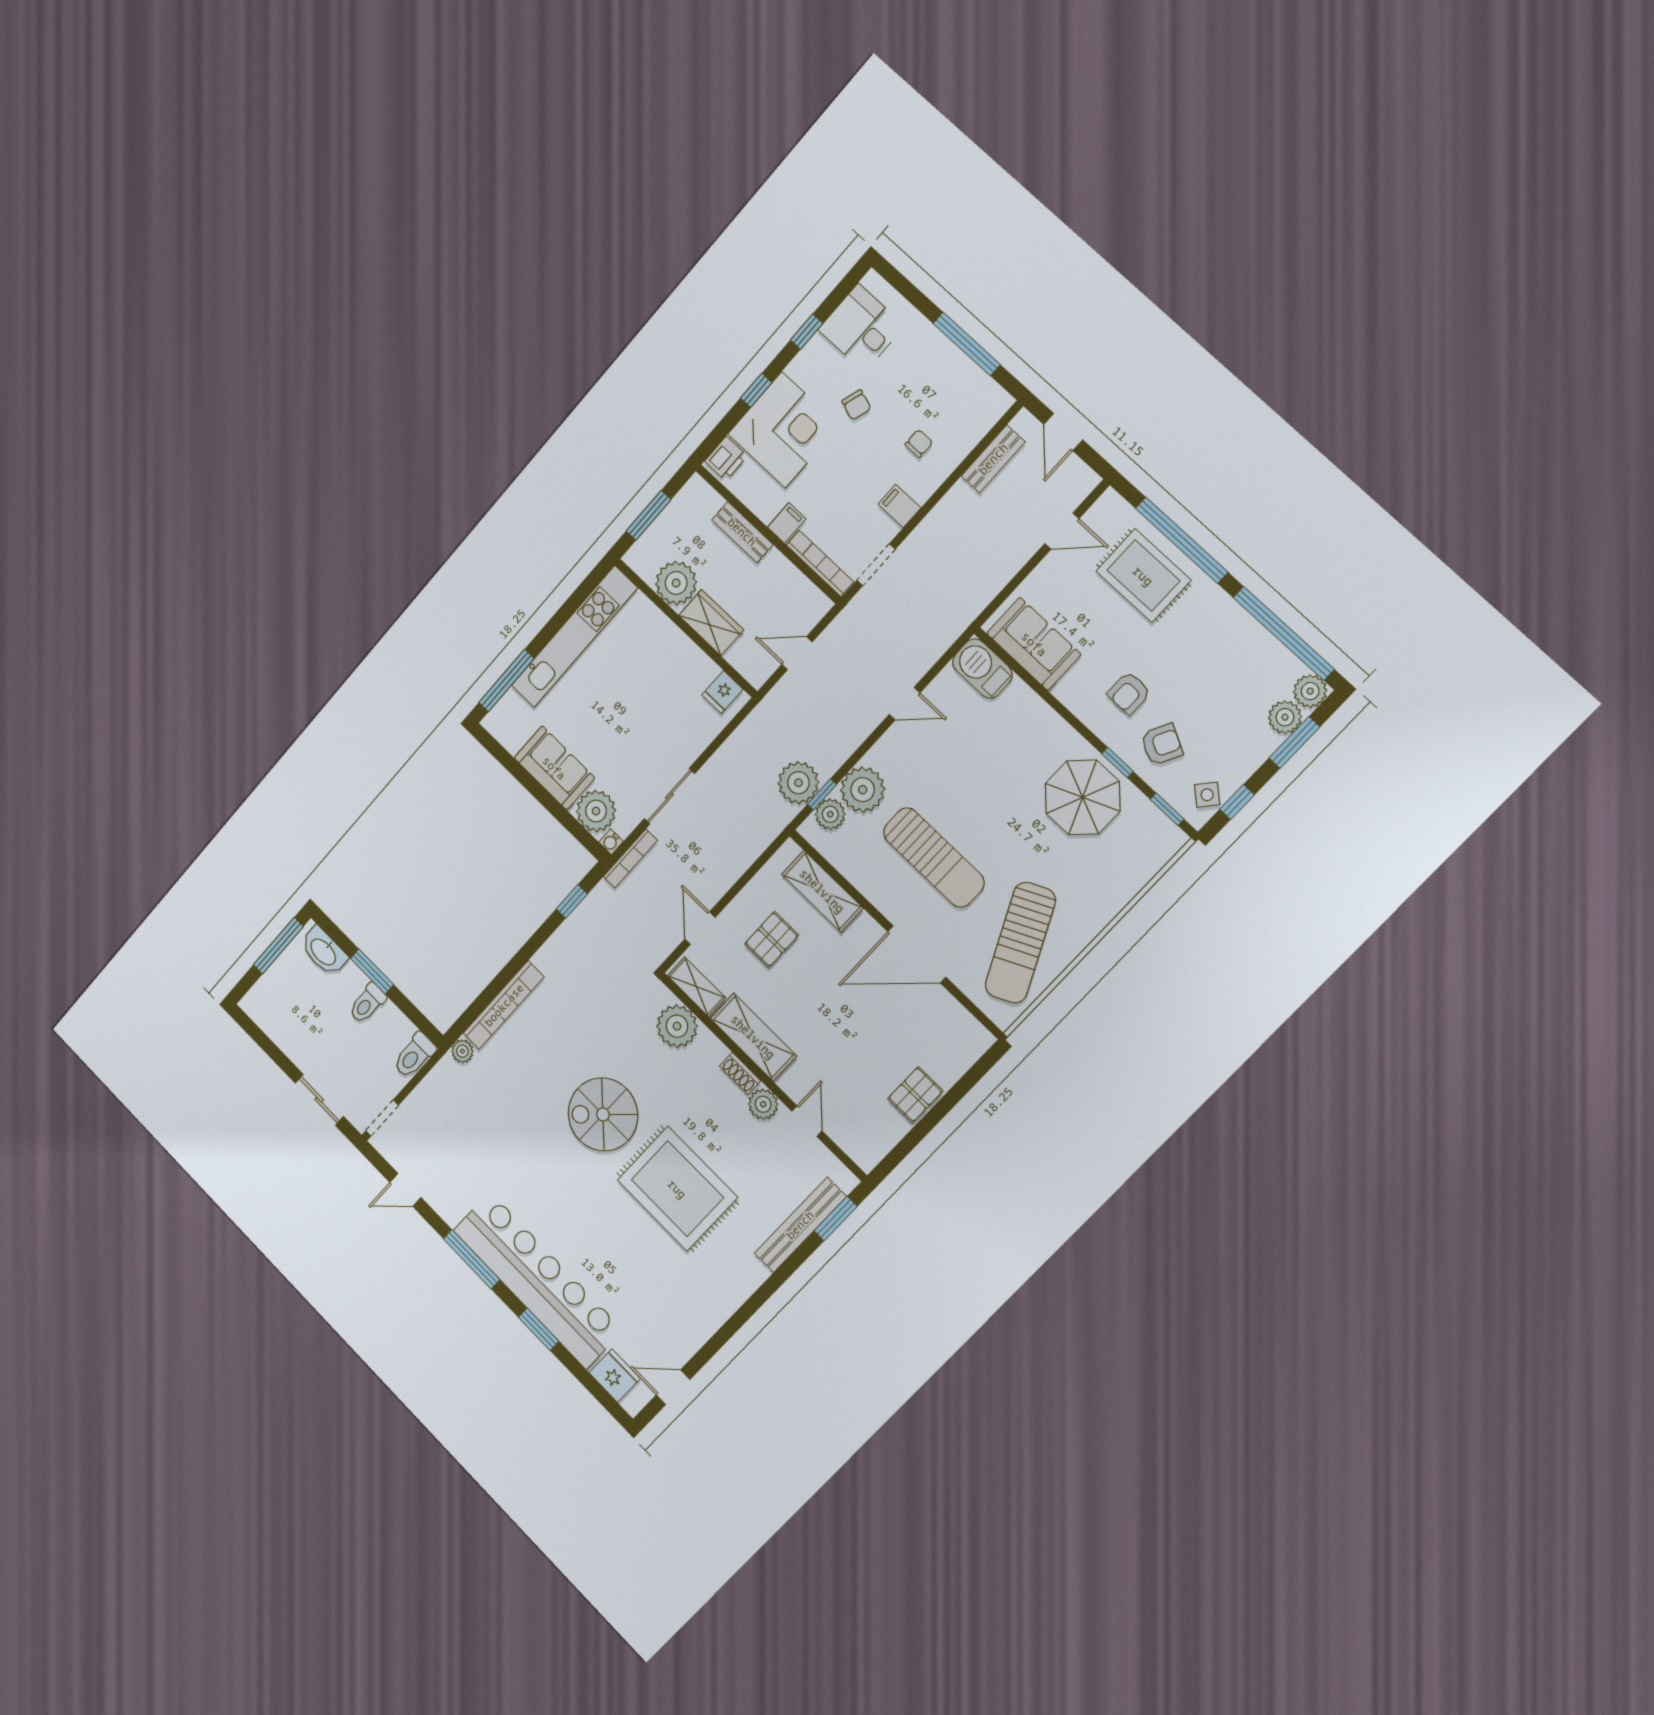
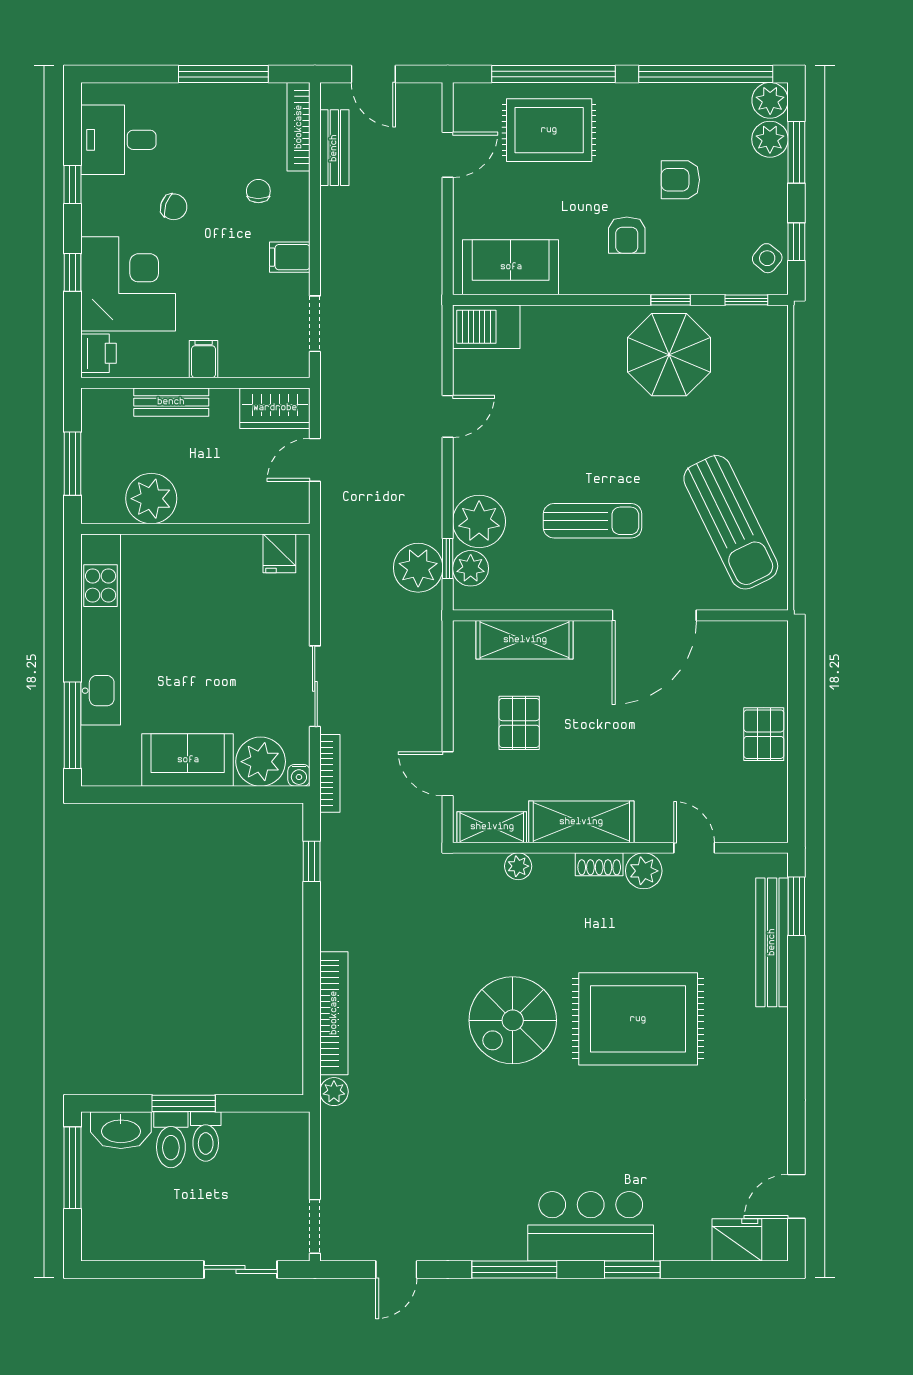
bookcase: (820, 563) -> (299, 127), moved, turned -90
wardrobe: (711, 623) -> (275, 408), moved, turned 180
armchair: (1162, 744) -> (680, 180), moved, turned -117
sun lounger: (934, 857) -> (593, 521), width x0.73, depth x0.75
plant: (677, 1026) -> (518, 866), width x0.53, depth x0.53
toilet: (414, 1055) -> (171, 1140), moved
bar counter: (538, 1280) -> (591, 1226), width x0.54

